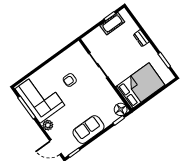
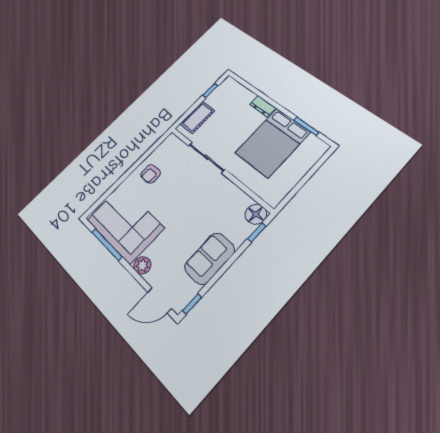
cot: (112, 24) -> (197, 117), moved
armchair: (70, 80) -> (151, 174), moved
bed: (140, 86) -> (273, 142), moved, turned 180

